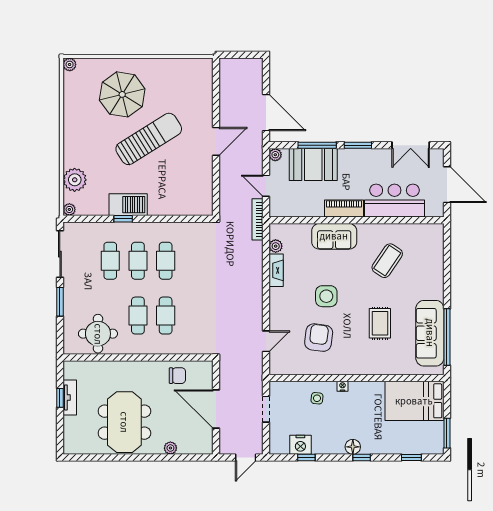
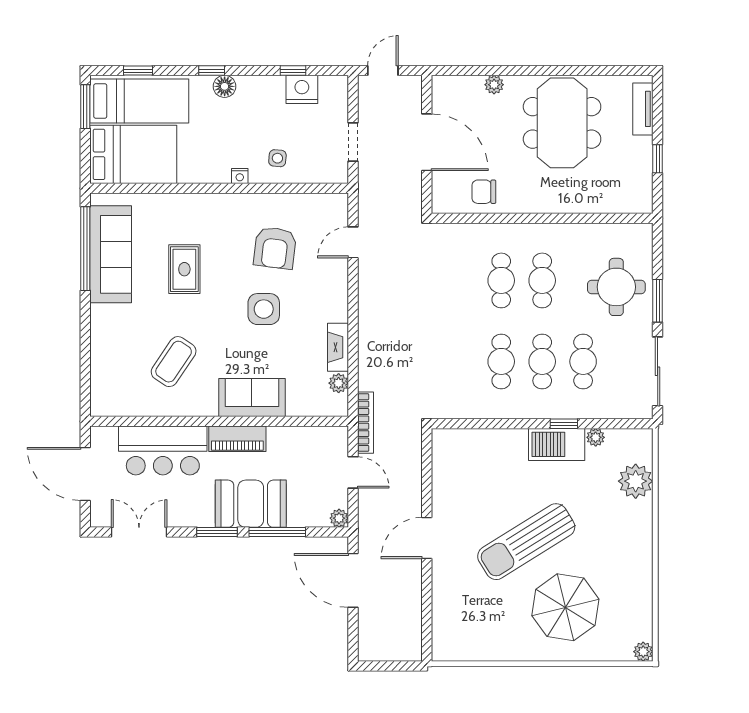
booth: (313, 165) -> (251, 504), moved
plant: (69, 209) -> (596, 437), moved
round table: (98, 334) -> (616, 287), moved
tv unit: (70, 398) -> (643, 109), moved
bed: (410, 437) -> (139, 101), added

